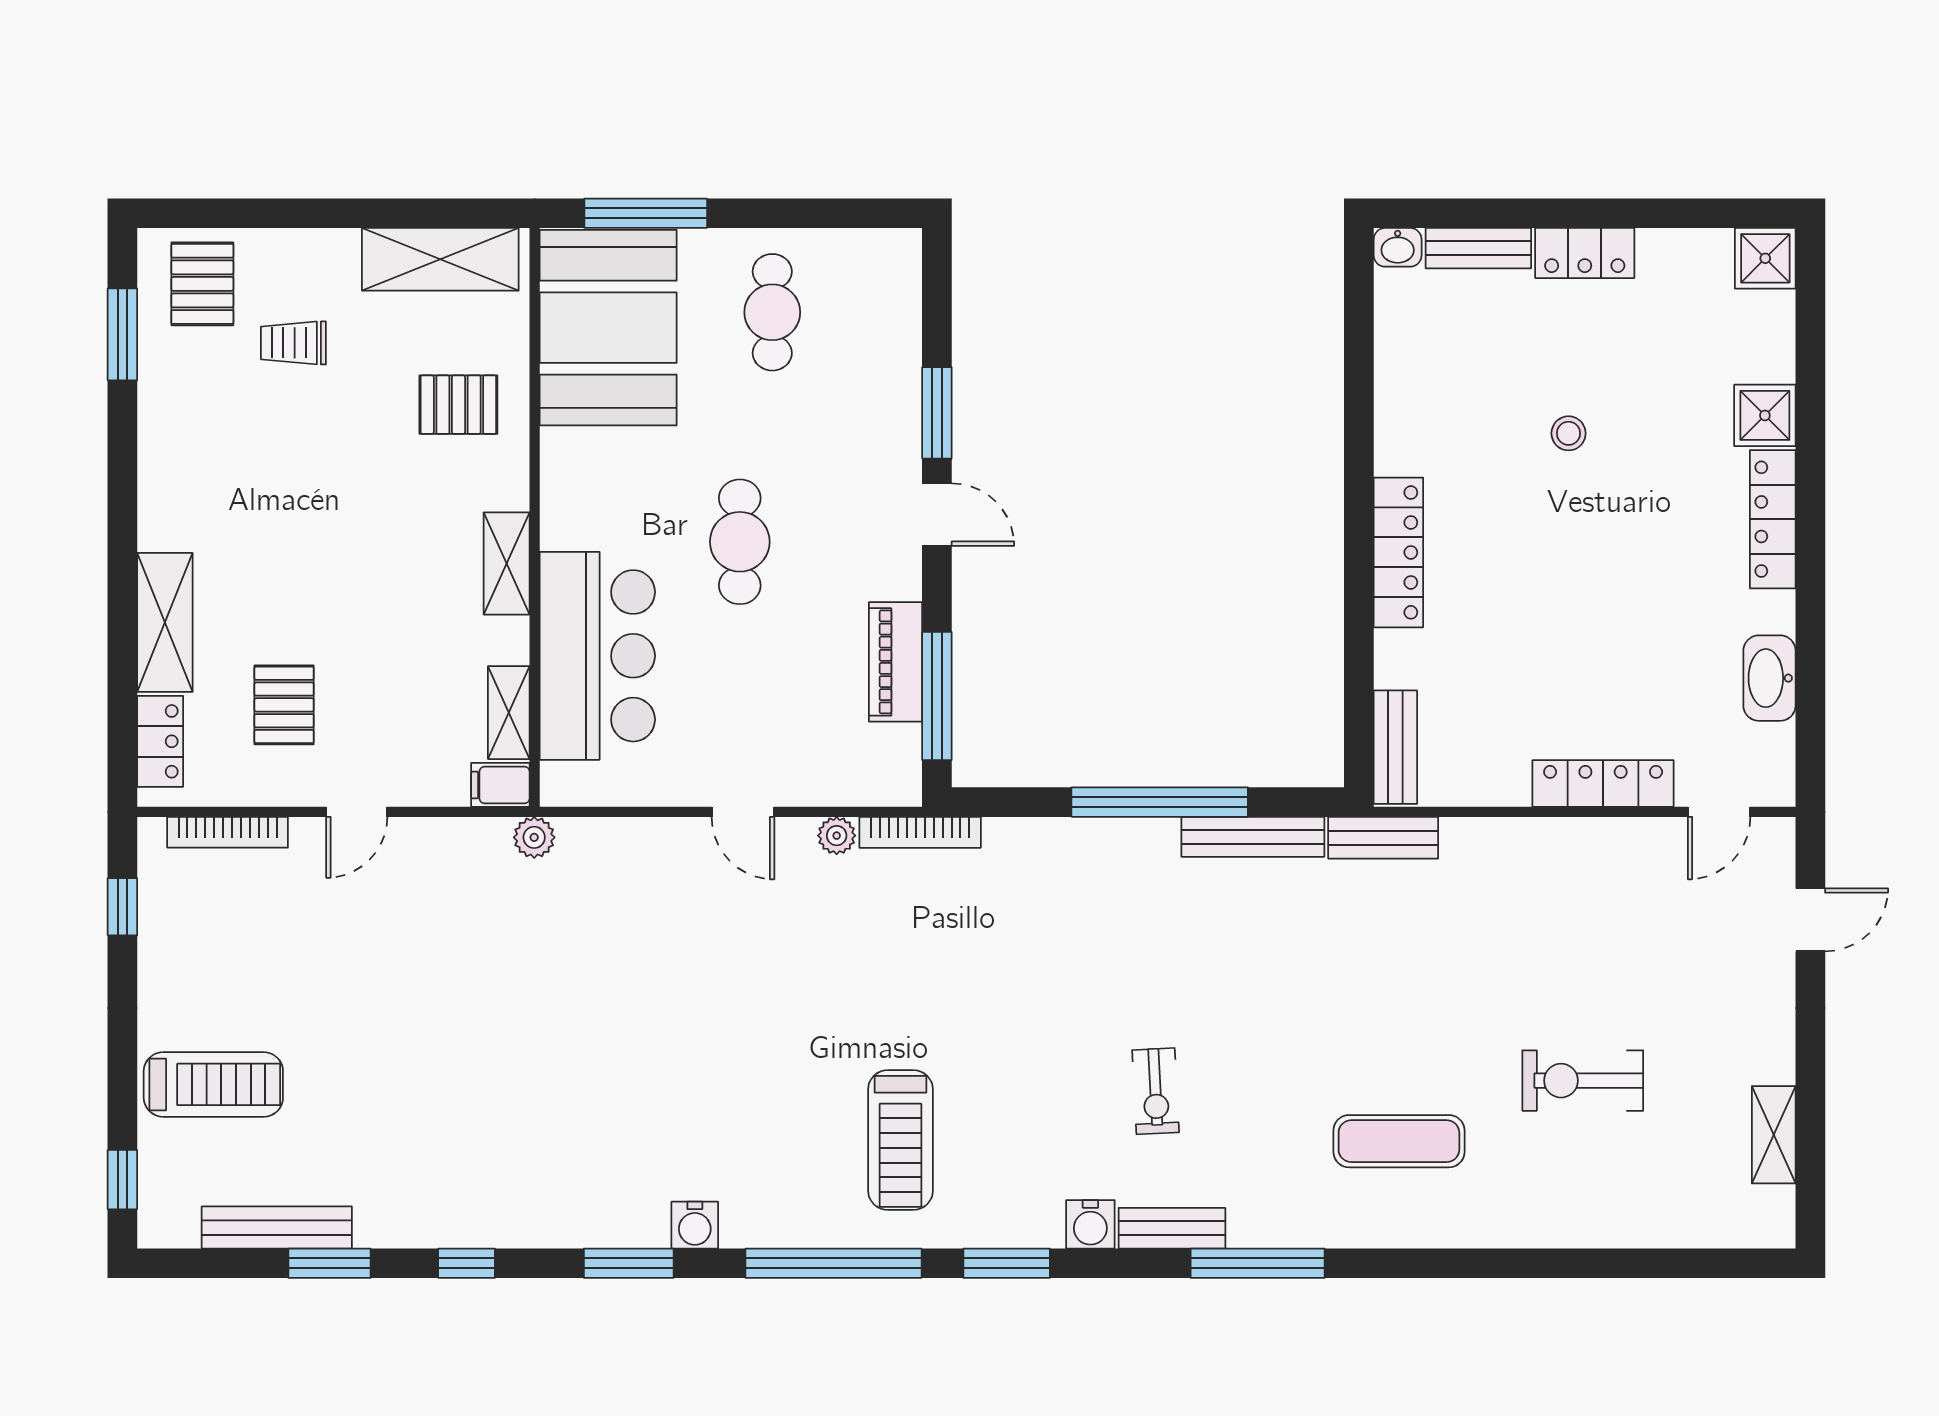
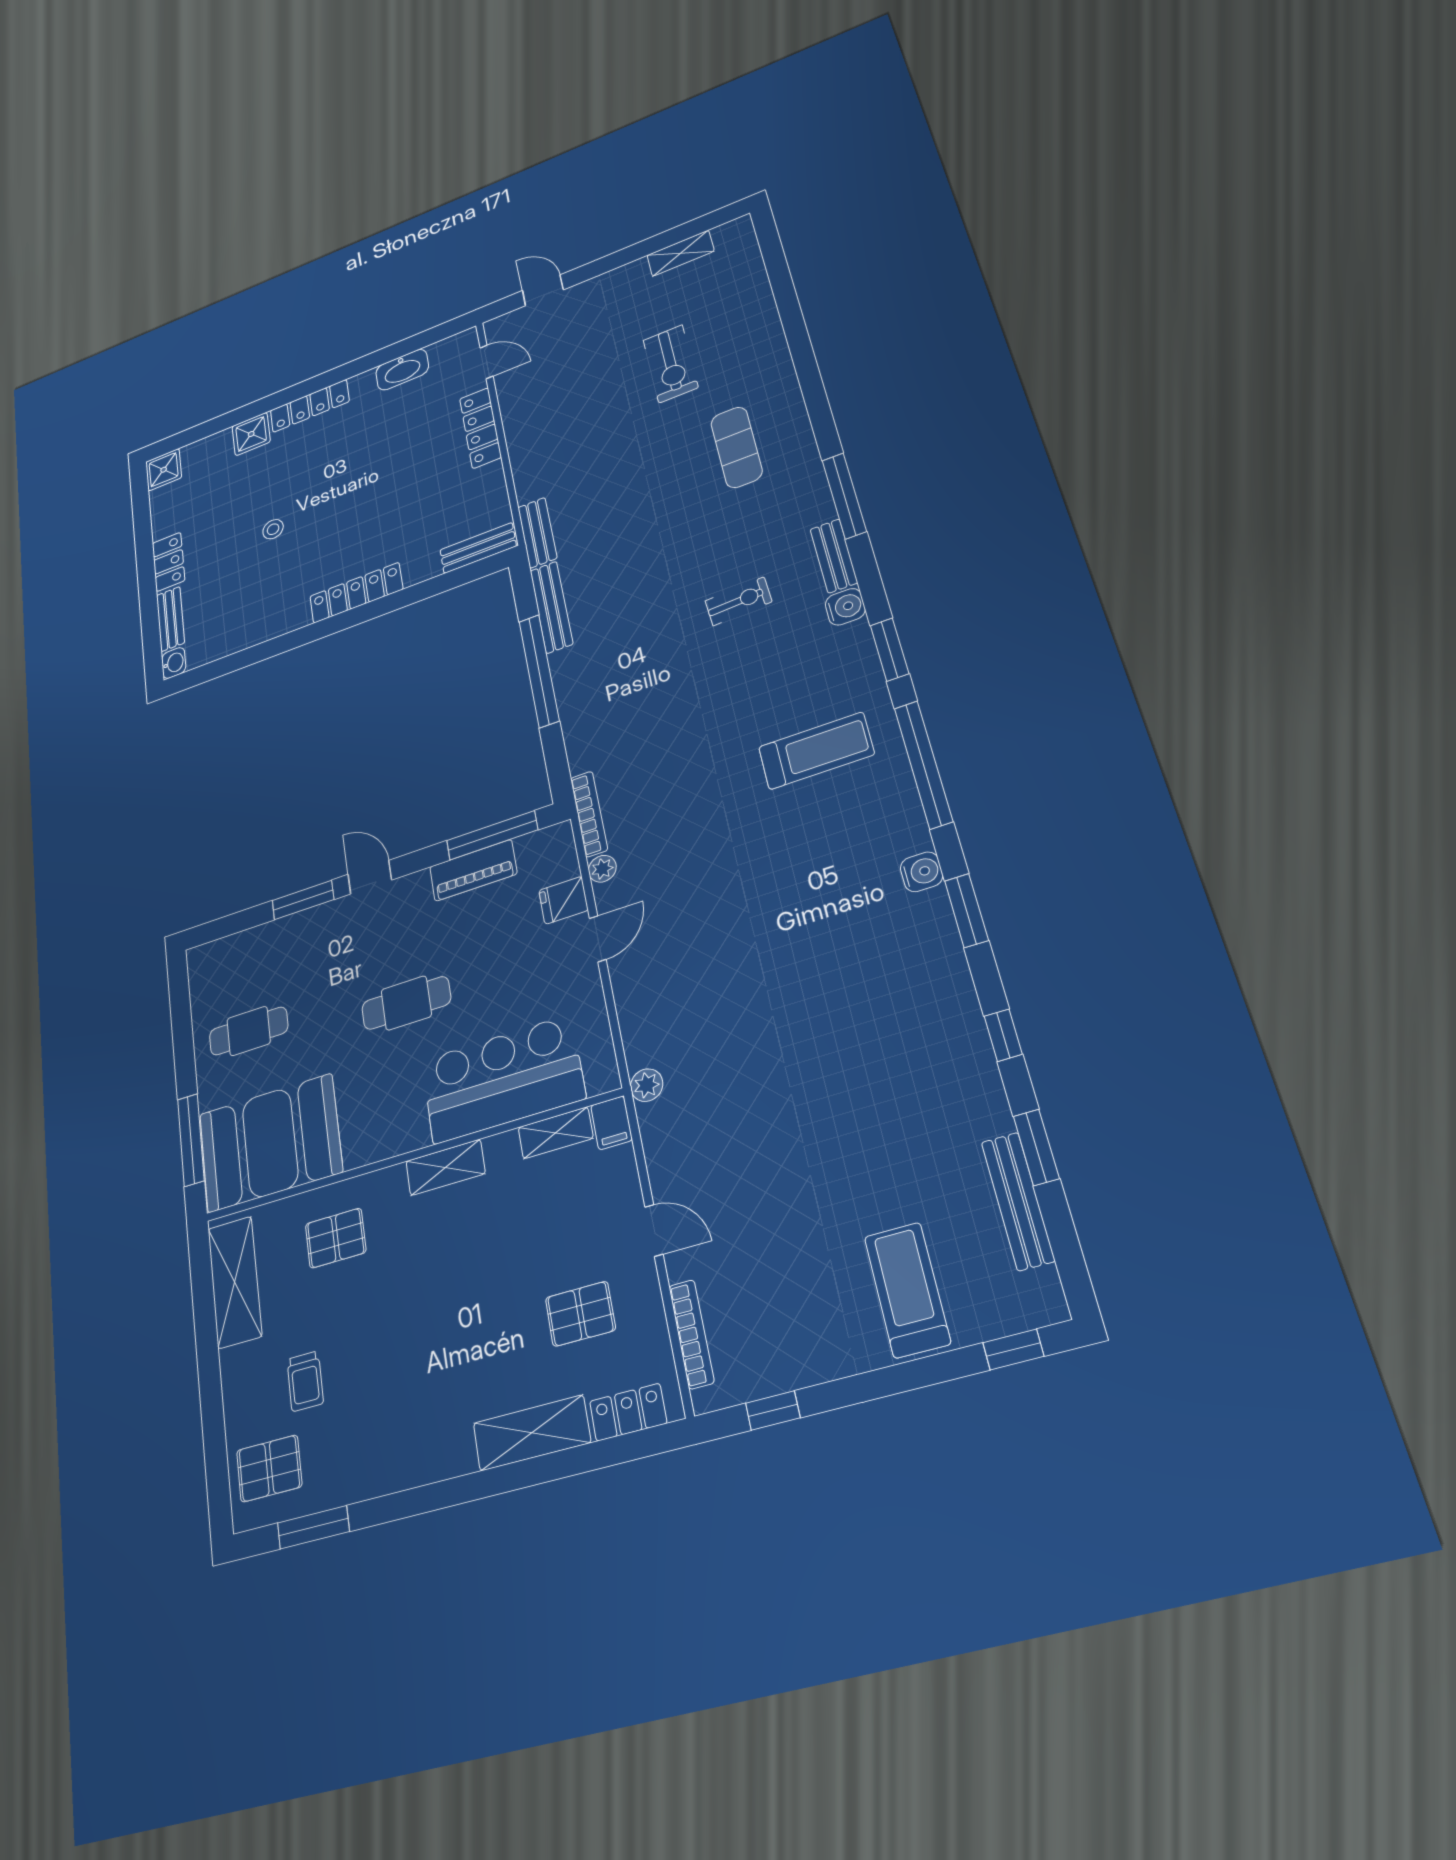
pallet: (458, 405) -> (336, 1238), turned 90
door: (937, 515) -> (370, 877), hinge flipped
fridge: (811, 777) -> (564, 900), added

